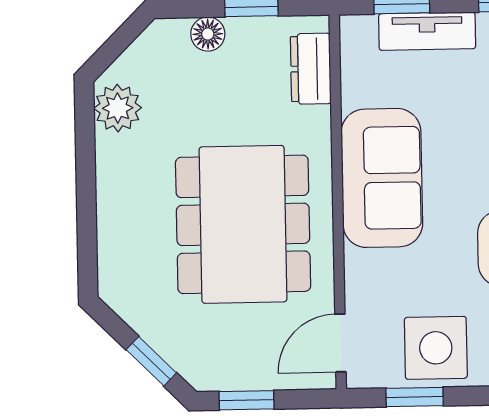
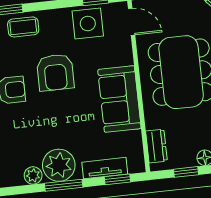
door: (340, 343) -> (132, 22), hinge flipped

